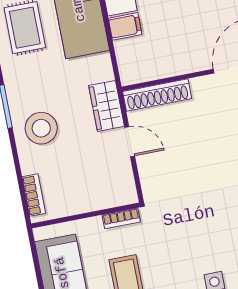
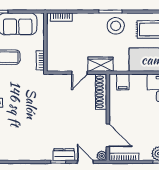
filing cabinet: (125, 26) -> (123, 82), moved
stool: (41, 128) -> (116, 26), moved

